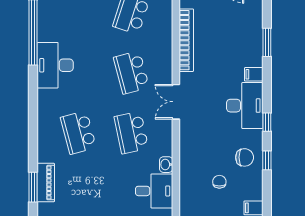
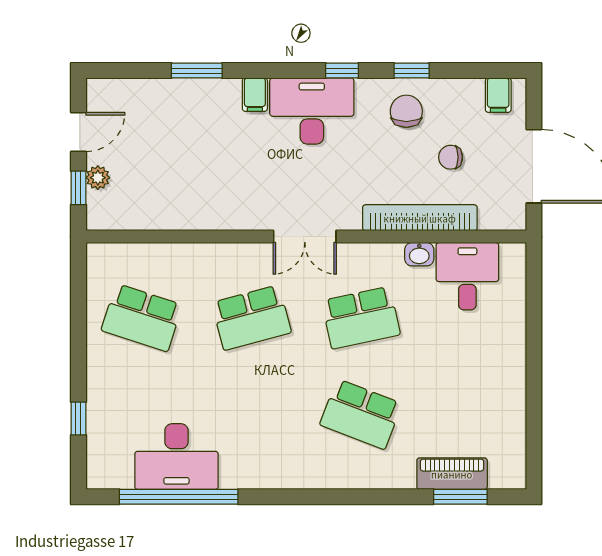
bookcase: (186, 40) -> (420, 218), moved
desk: (55, 65) -> (176, 457), moved
school desk: (78, 133) -> (361, 414), turned 36

